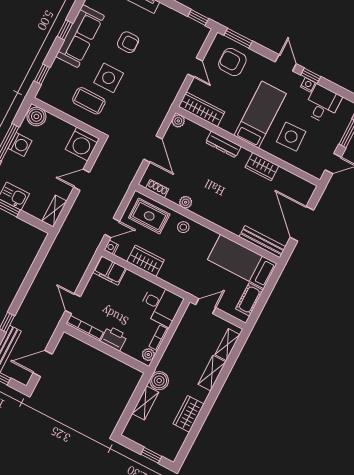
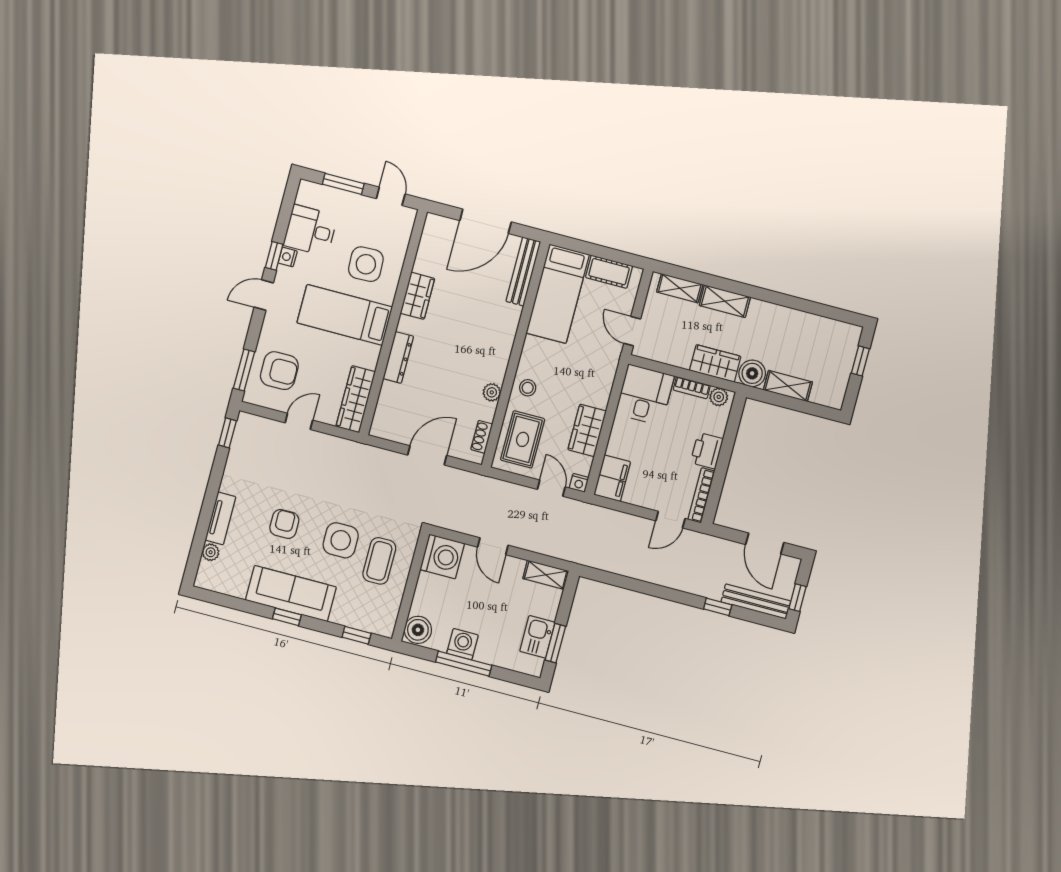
armchair: (232, 62) -> (279, 371), turned -90
plant: (178, 121) -> (379, 428), removed
wardrobe: (189, 414) -> (715, 363), moved, turned 180

